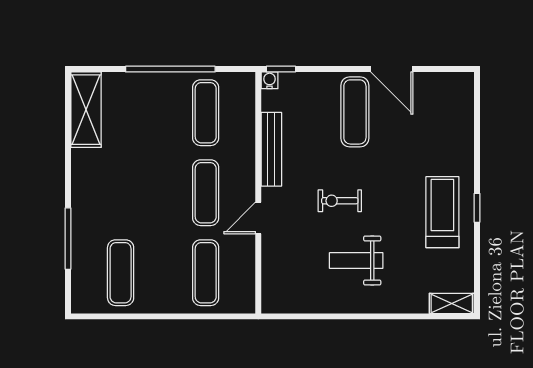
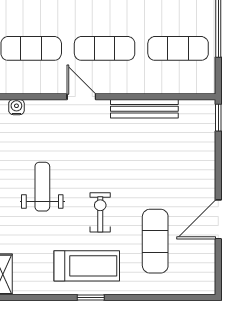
water cooler: (269, 80) -> (16, 107), moved, turned -90
exercise mat: (355, 112) -> (155, 241), moved, turned 90
exercise bike: (340, 201) -> (100, 212), moved

